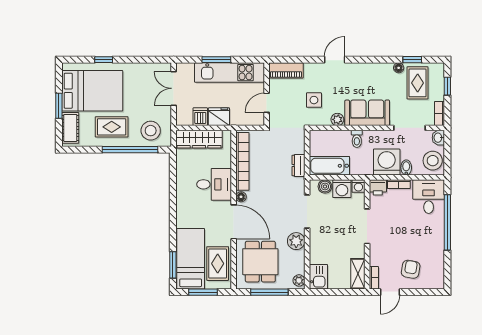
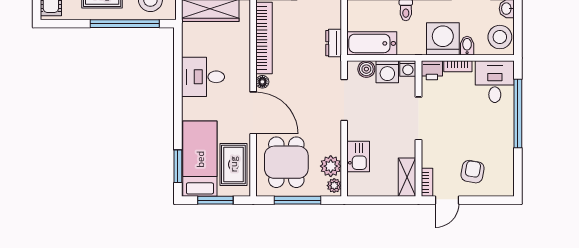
desk: (214, 184) -> (203, 77), moved, turned 180
plant: (296, 241) -> (331, 166), moved
kitchen sink: (318, 277) -> (358, 157), moved

